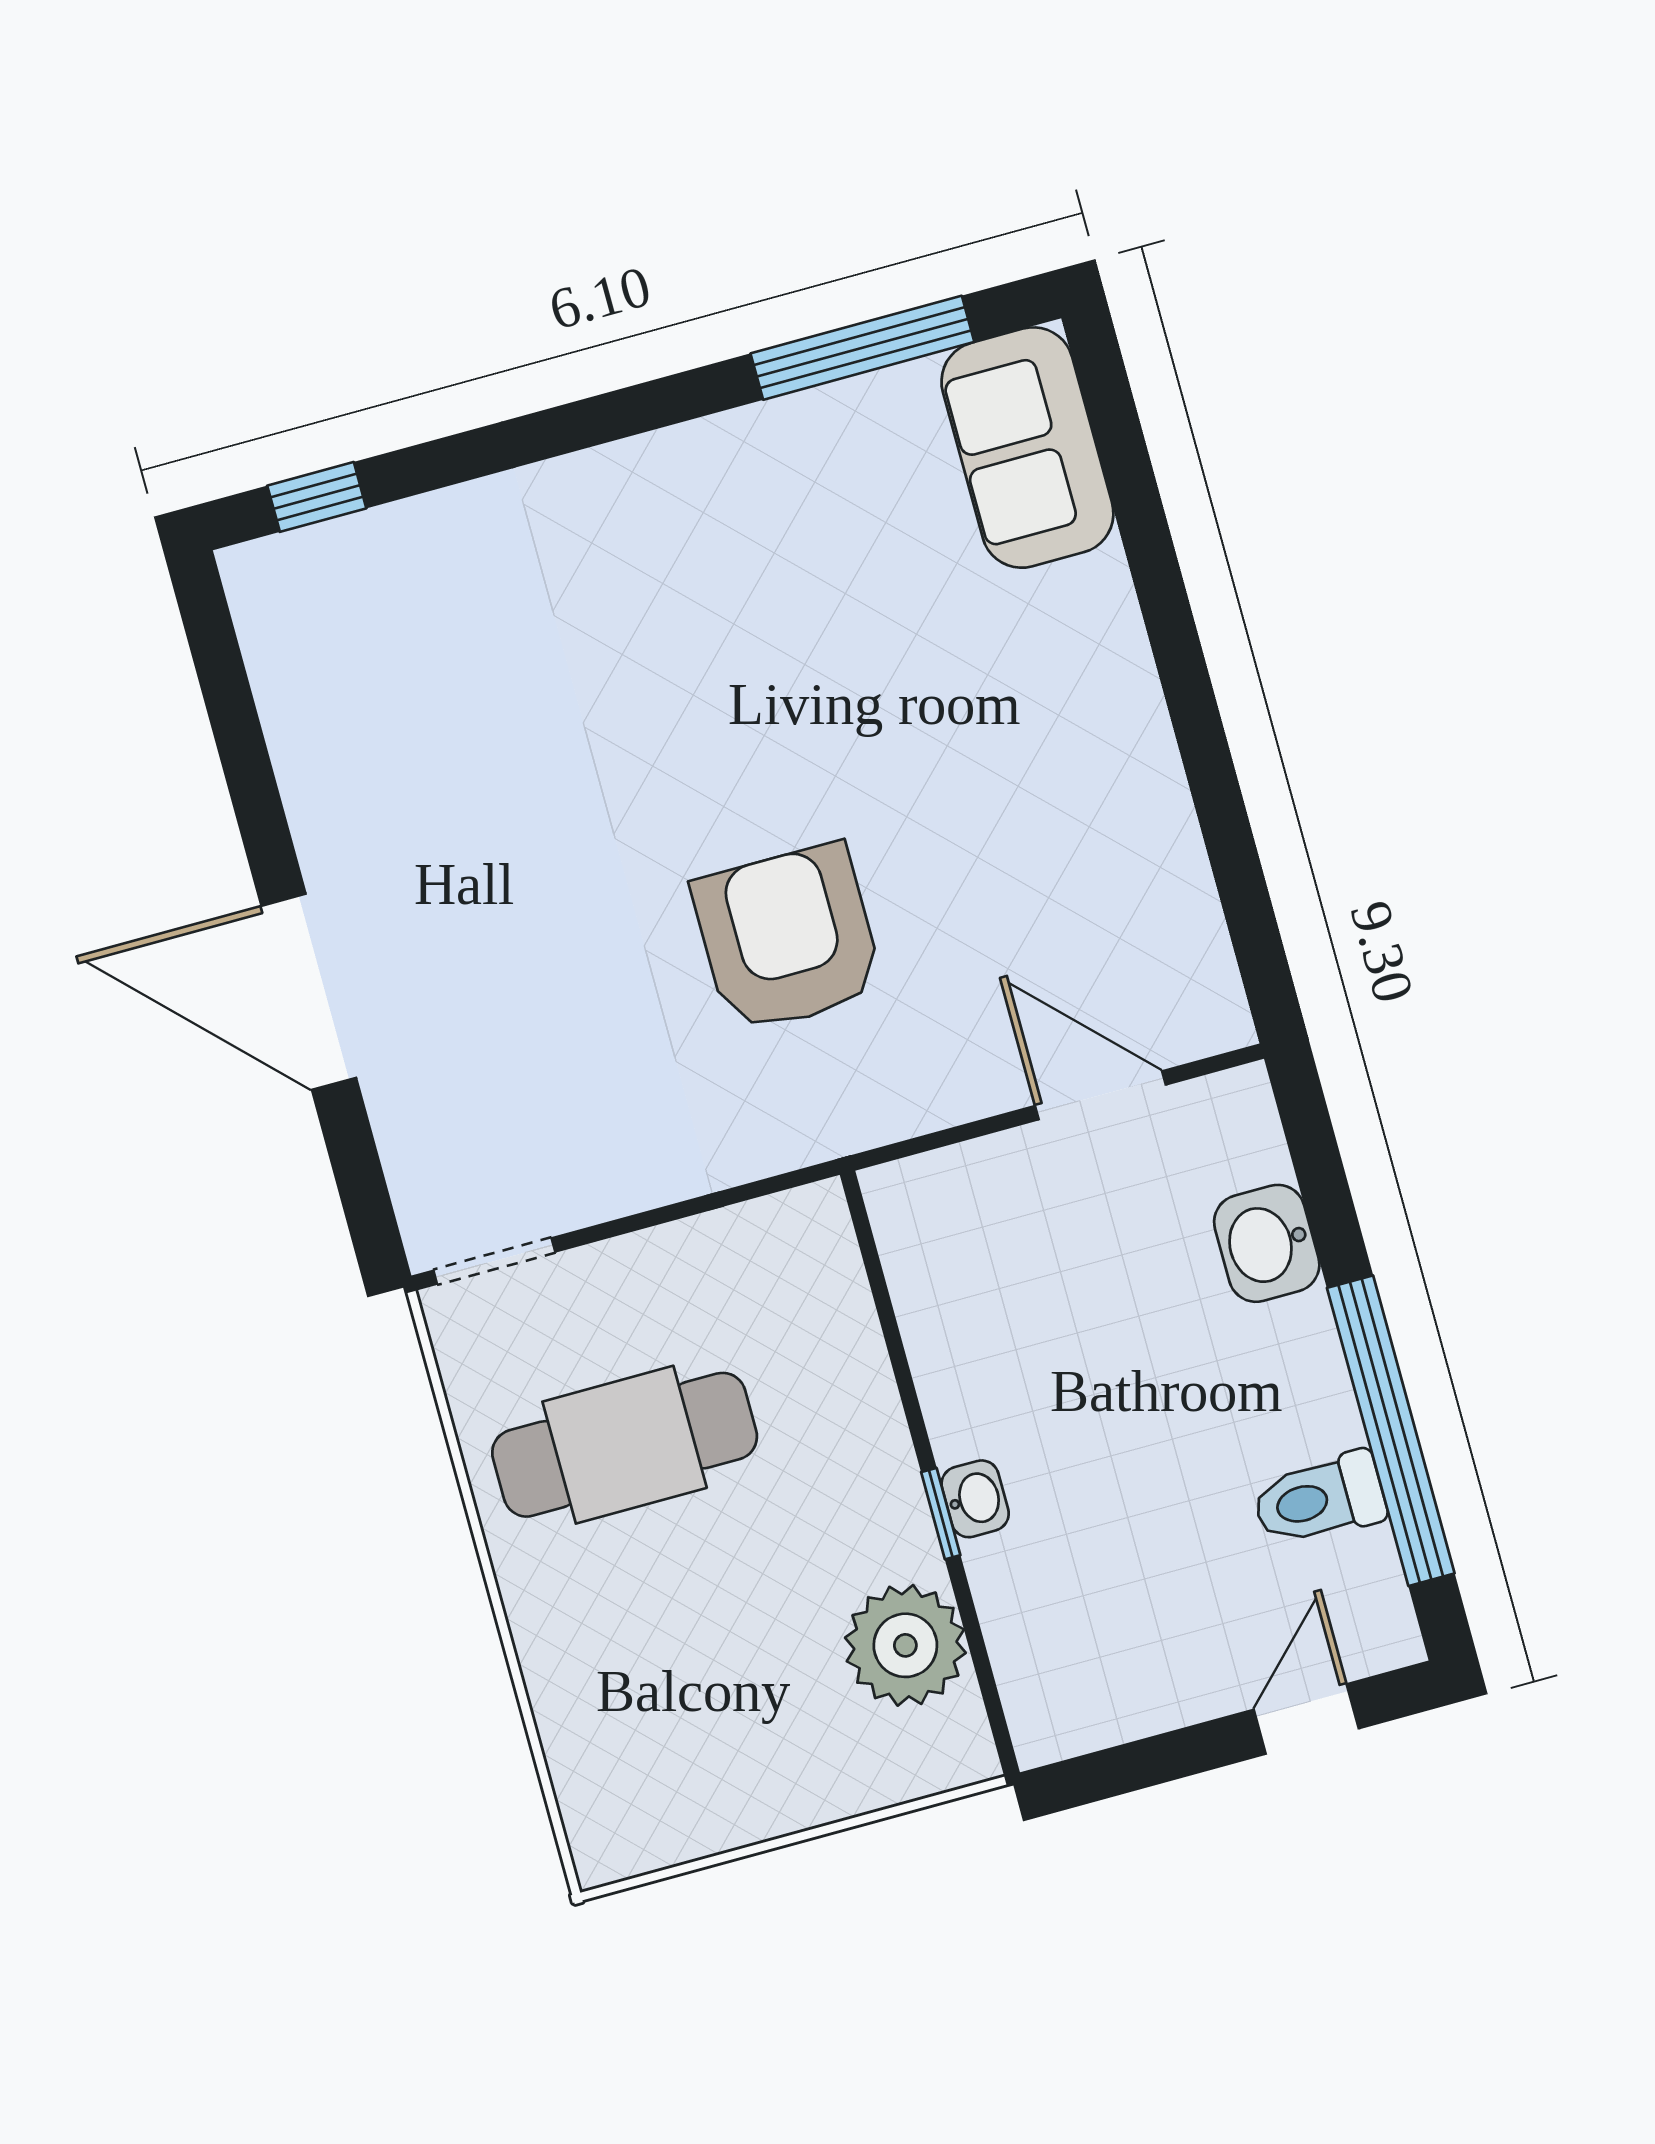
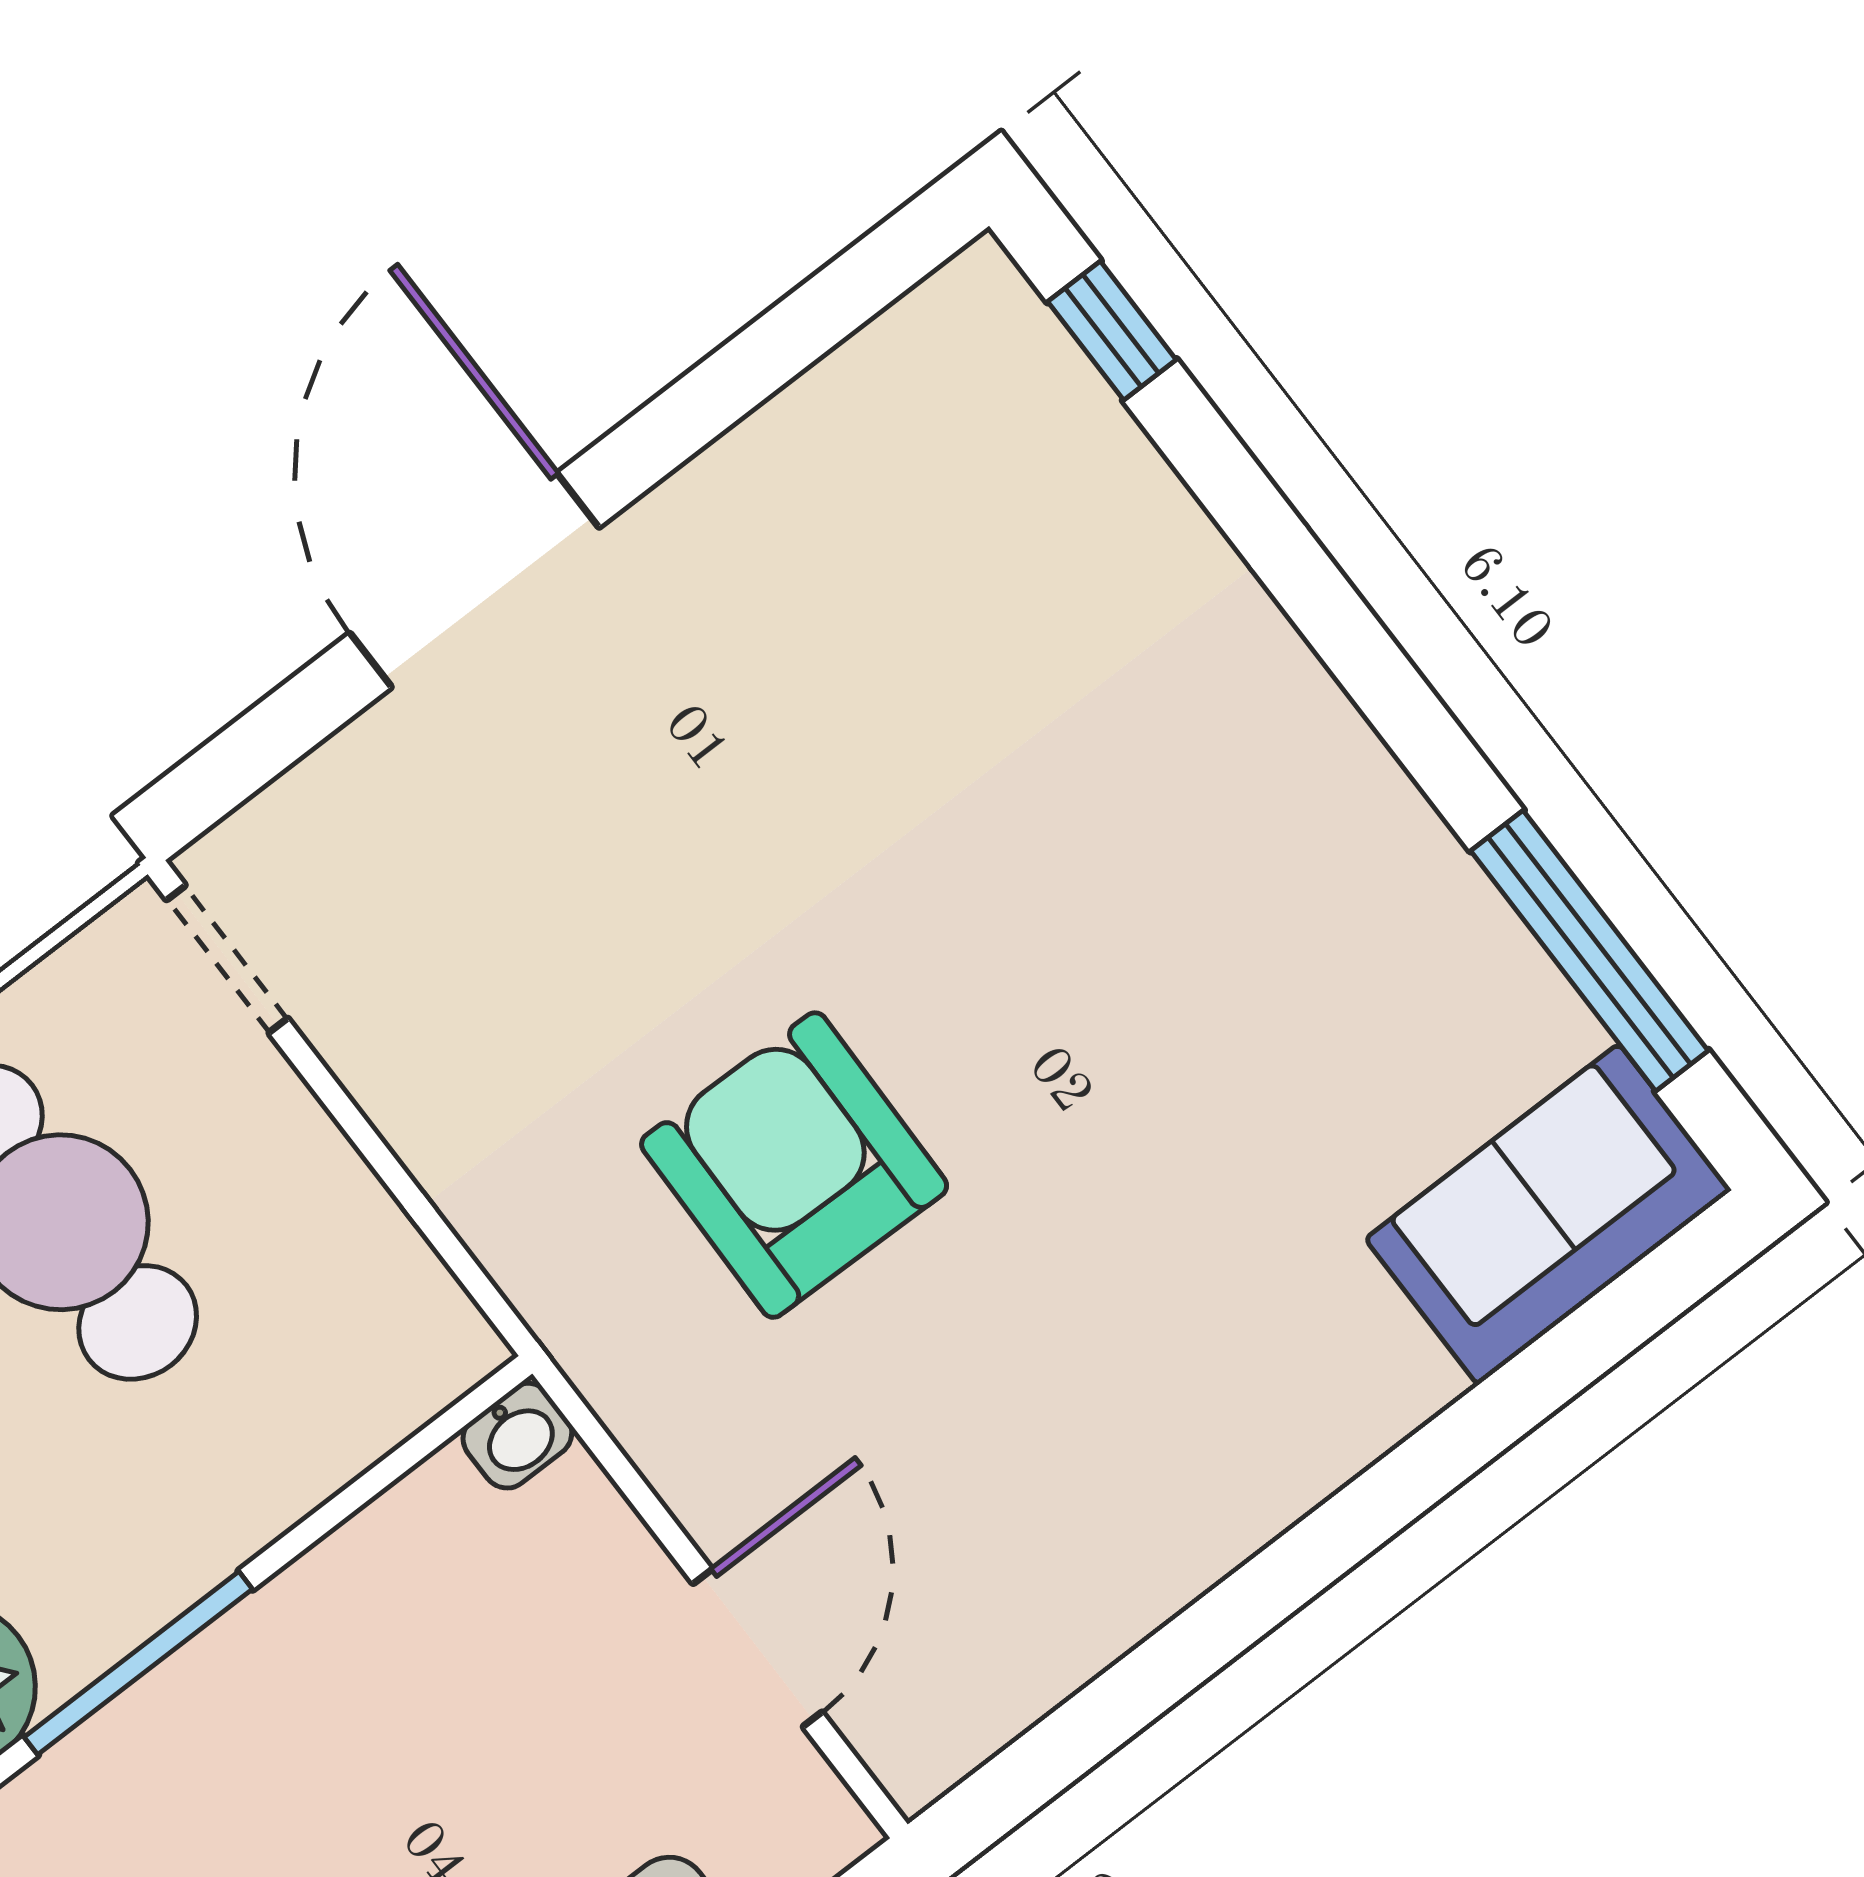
armchair: (788, 938) -> (794, 1165), turned -89
washbasin: (975, 1499) -> (517, 1436), moved
window: (941, 1514) -> (138, 1663), width x2.17

